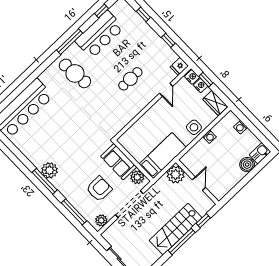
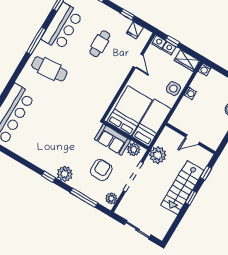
fridge: (179, 66) -> (135, 30), moved
cafe table: (130, 79) -> (100, 44), moved
washing machine: (240, 127) -> (205, 69), moved
bed: (144, 138) -> (130, 111), added
plant: (49, 170) -> (65, 174), moved
plant: (176, 175) -> (158, 155), moved
window: (45, 181) -> (49, 177), width x0.46
door: (199, 184) -> (192, 140), swing flipped
window: (182, 241) -> (191, 198), width x0.46

